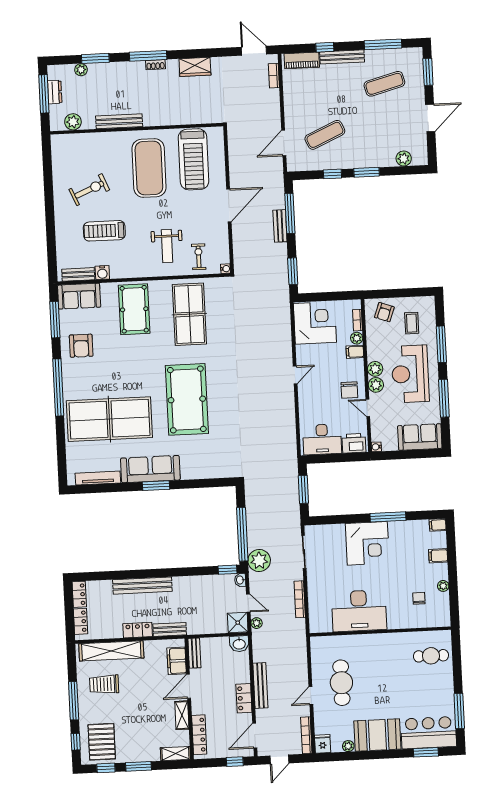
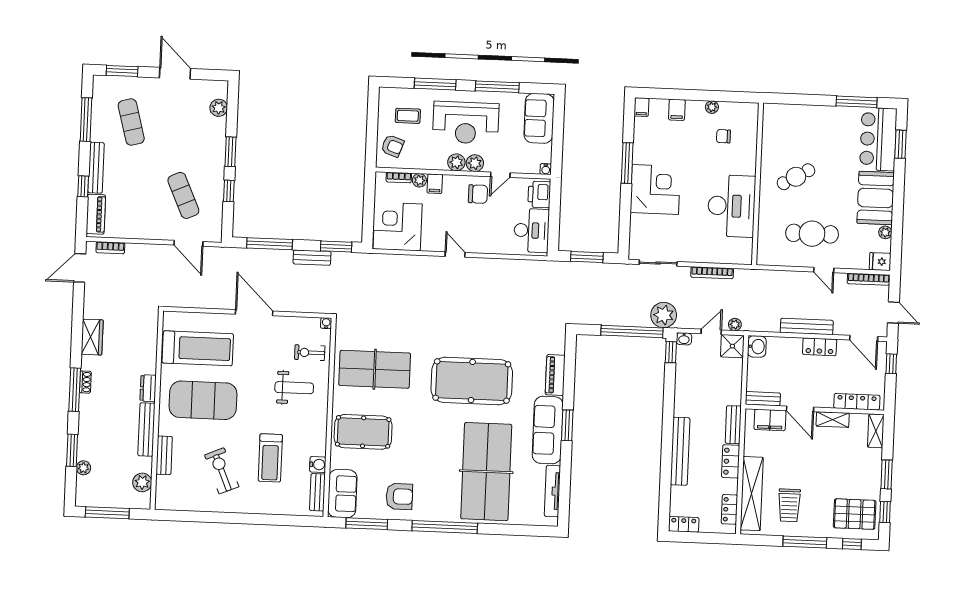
dresser: (55, 92) -> (148, 388), moved, turned -90
bench: (98, 139) -> (164, 455), added
bench: (280, 226) -> (312, 258), moved
piano: (199, 471) -> (555, 375), added
locker: (81, 621) -> (729, 509), moved, turned -90
cafe table: (431, 656) -> (796, 177), moved, turned 60

